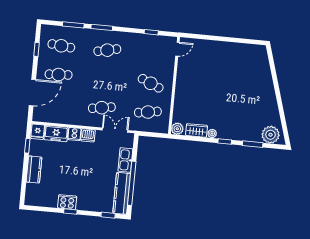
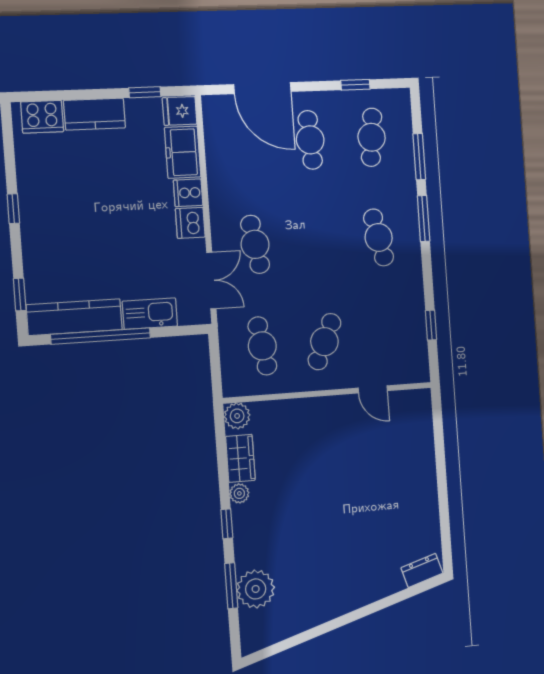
door: (177, 49) -> (373, 389), moved
dresser: (263, 55) -> (422, 570), added
plant: (271, 135) -> (256, 589), moved
cooker: (67, 202) -> (42, 117), moved, turned 90

